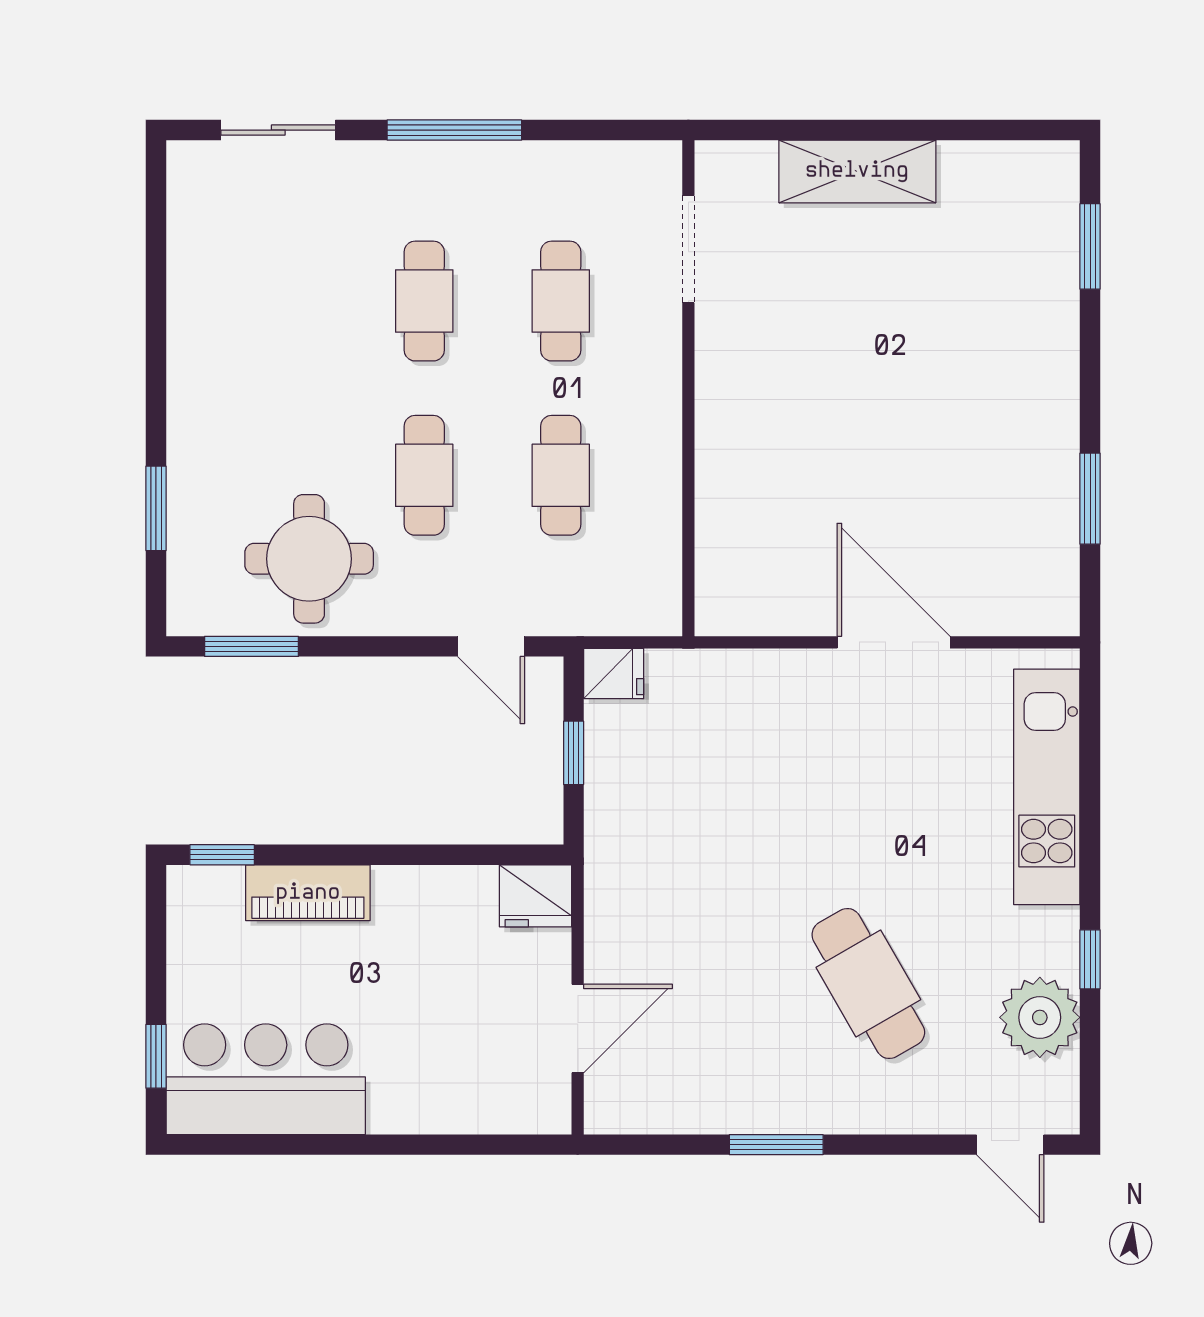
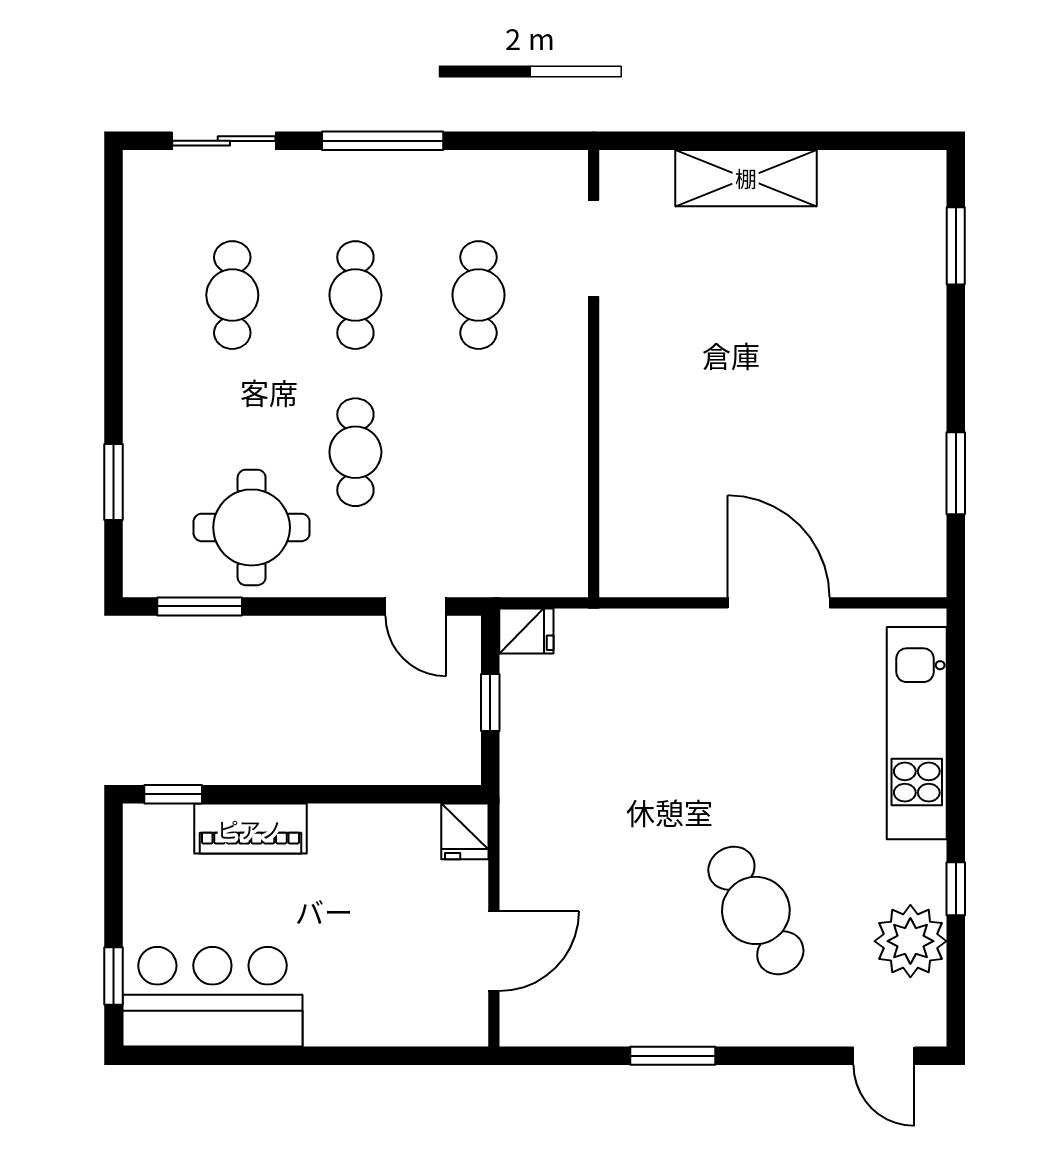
cafe table: (561, 475) -> (232, 295), moved
fridge: (536, 896) -> (465, 831), width x0.72

